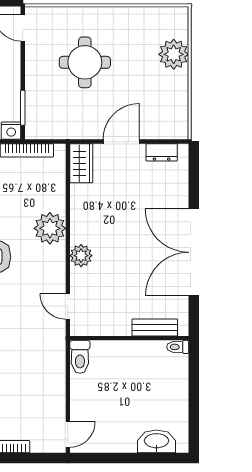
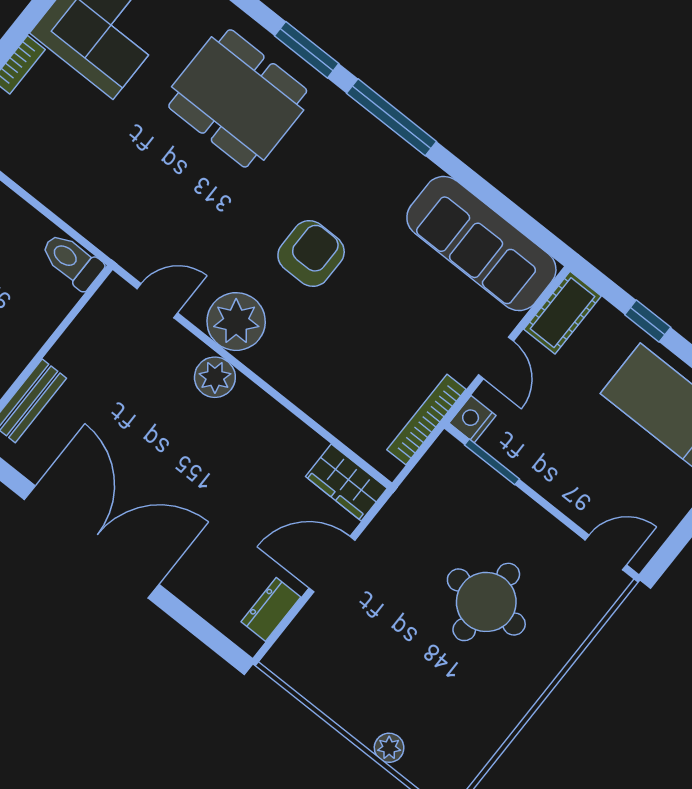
plant: (174, 54) -> (389, 748), width x0.53, depth x0.53
door: (121, 142) -> (332, 564), swing flipped
plant: (50, 228) -> (236, 322), moved

